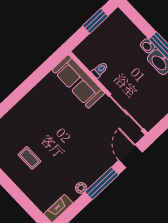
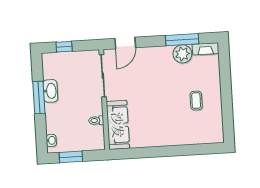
washbasin: (147, 46) -> (51, 140), moved
window: (102, 183) -> (182, 40), moved
plant: (81, 188) -> (182, 54), width x1.88, depth x1.88

